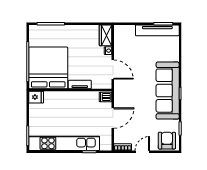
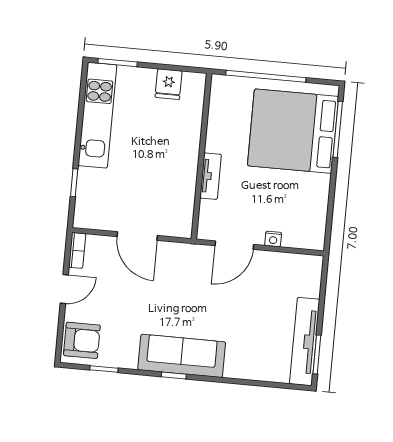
wardrobe: (106, 35) -> (304, 237), removed
bed: (48, 68) -> (293, 131), moved, turned 180
sofa: (168, 91) -> (182, 356), width x0.74, depth x0.79
fridge: (36, 97) -> (169, 84), moved
dishwasher: (105, 97) -> (181, 225), removed
kitchen unit: (64, 143) -> (97, 115), width x0.73
door: (142, 152) -> (64, 289), hinge flipped

